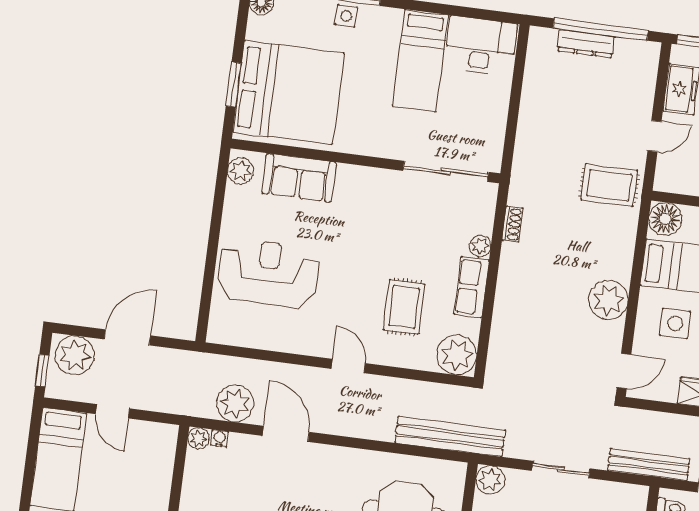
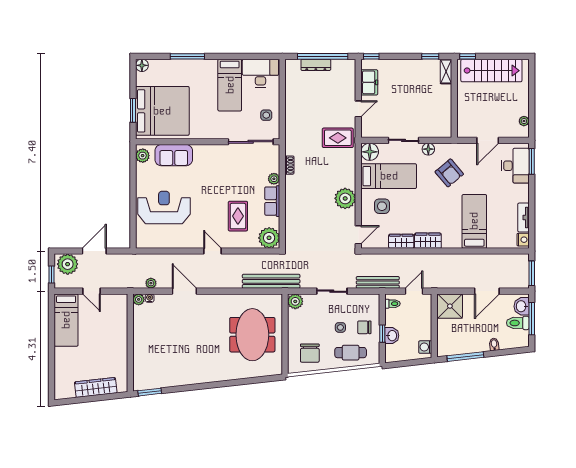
side table: (346, 16) -> (266, 115), moved
plant: (235, 403) -> (151, 283), width x0.53, depth x0.53

